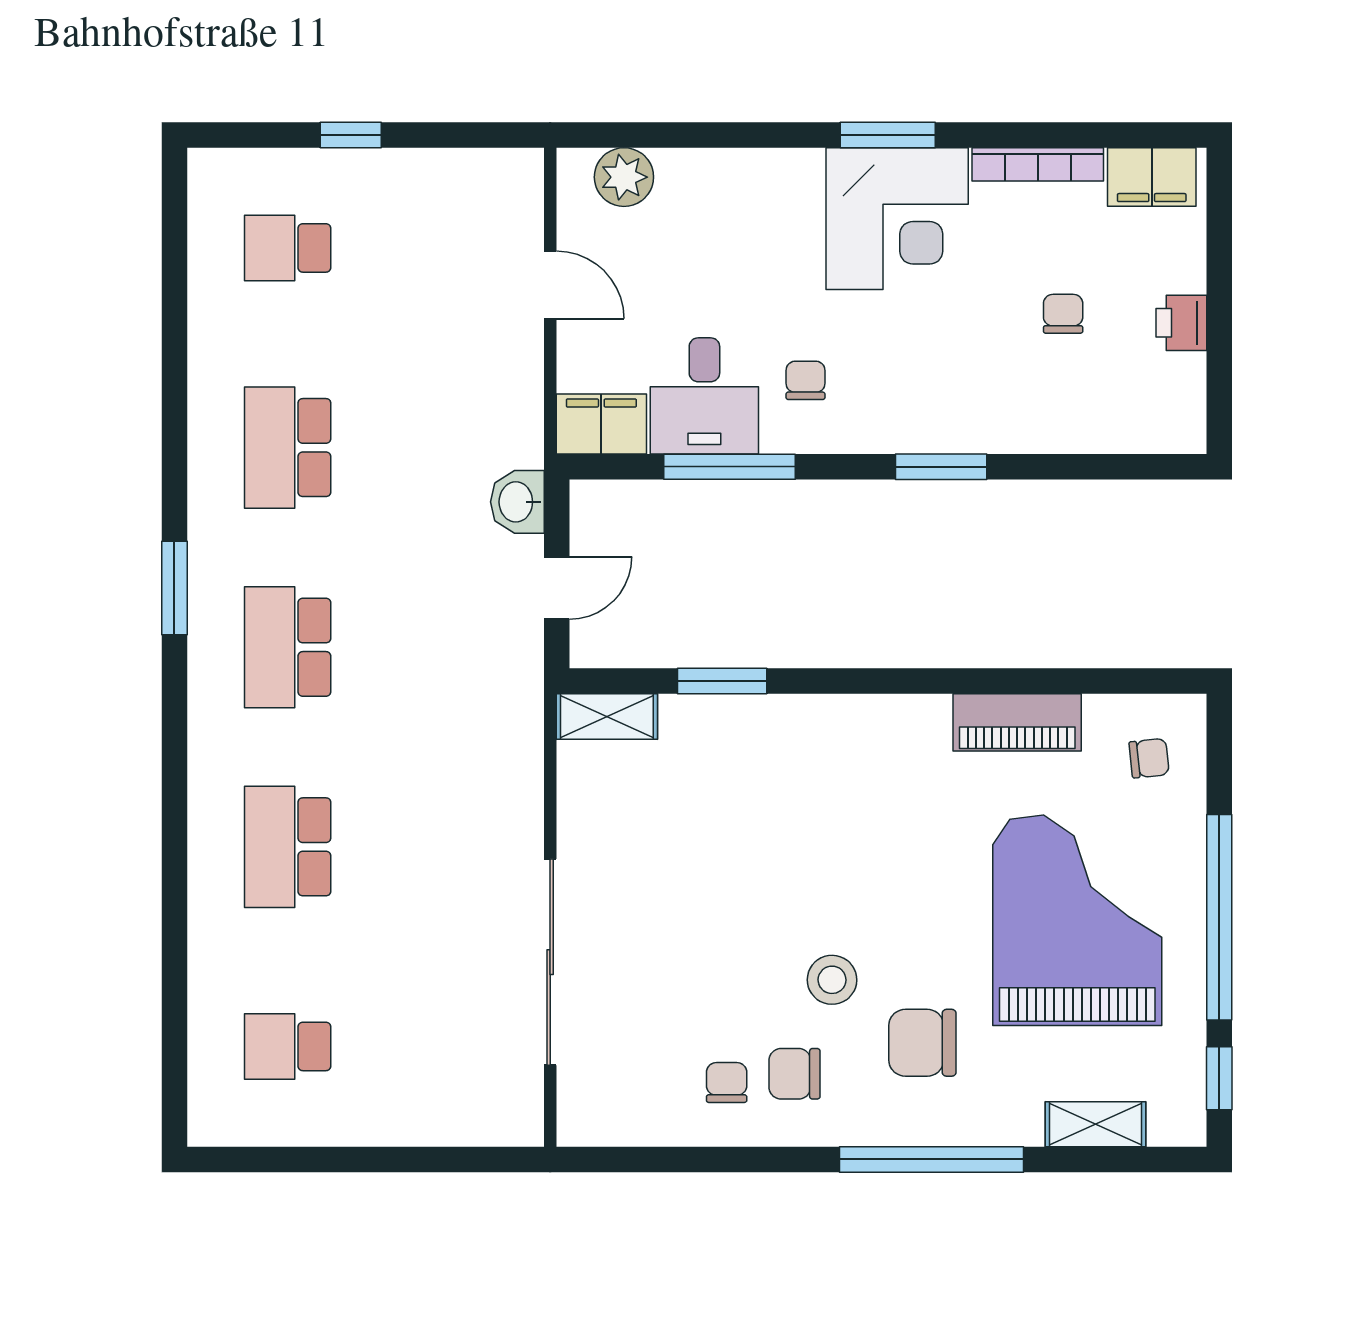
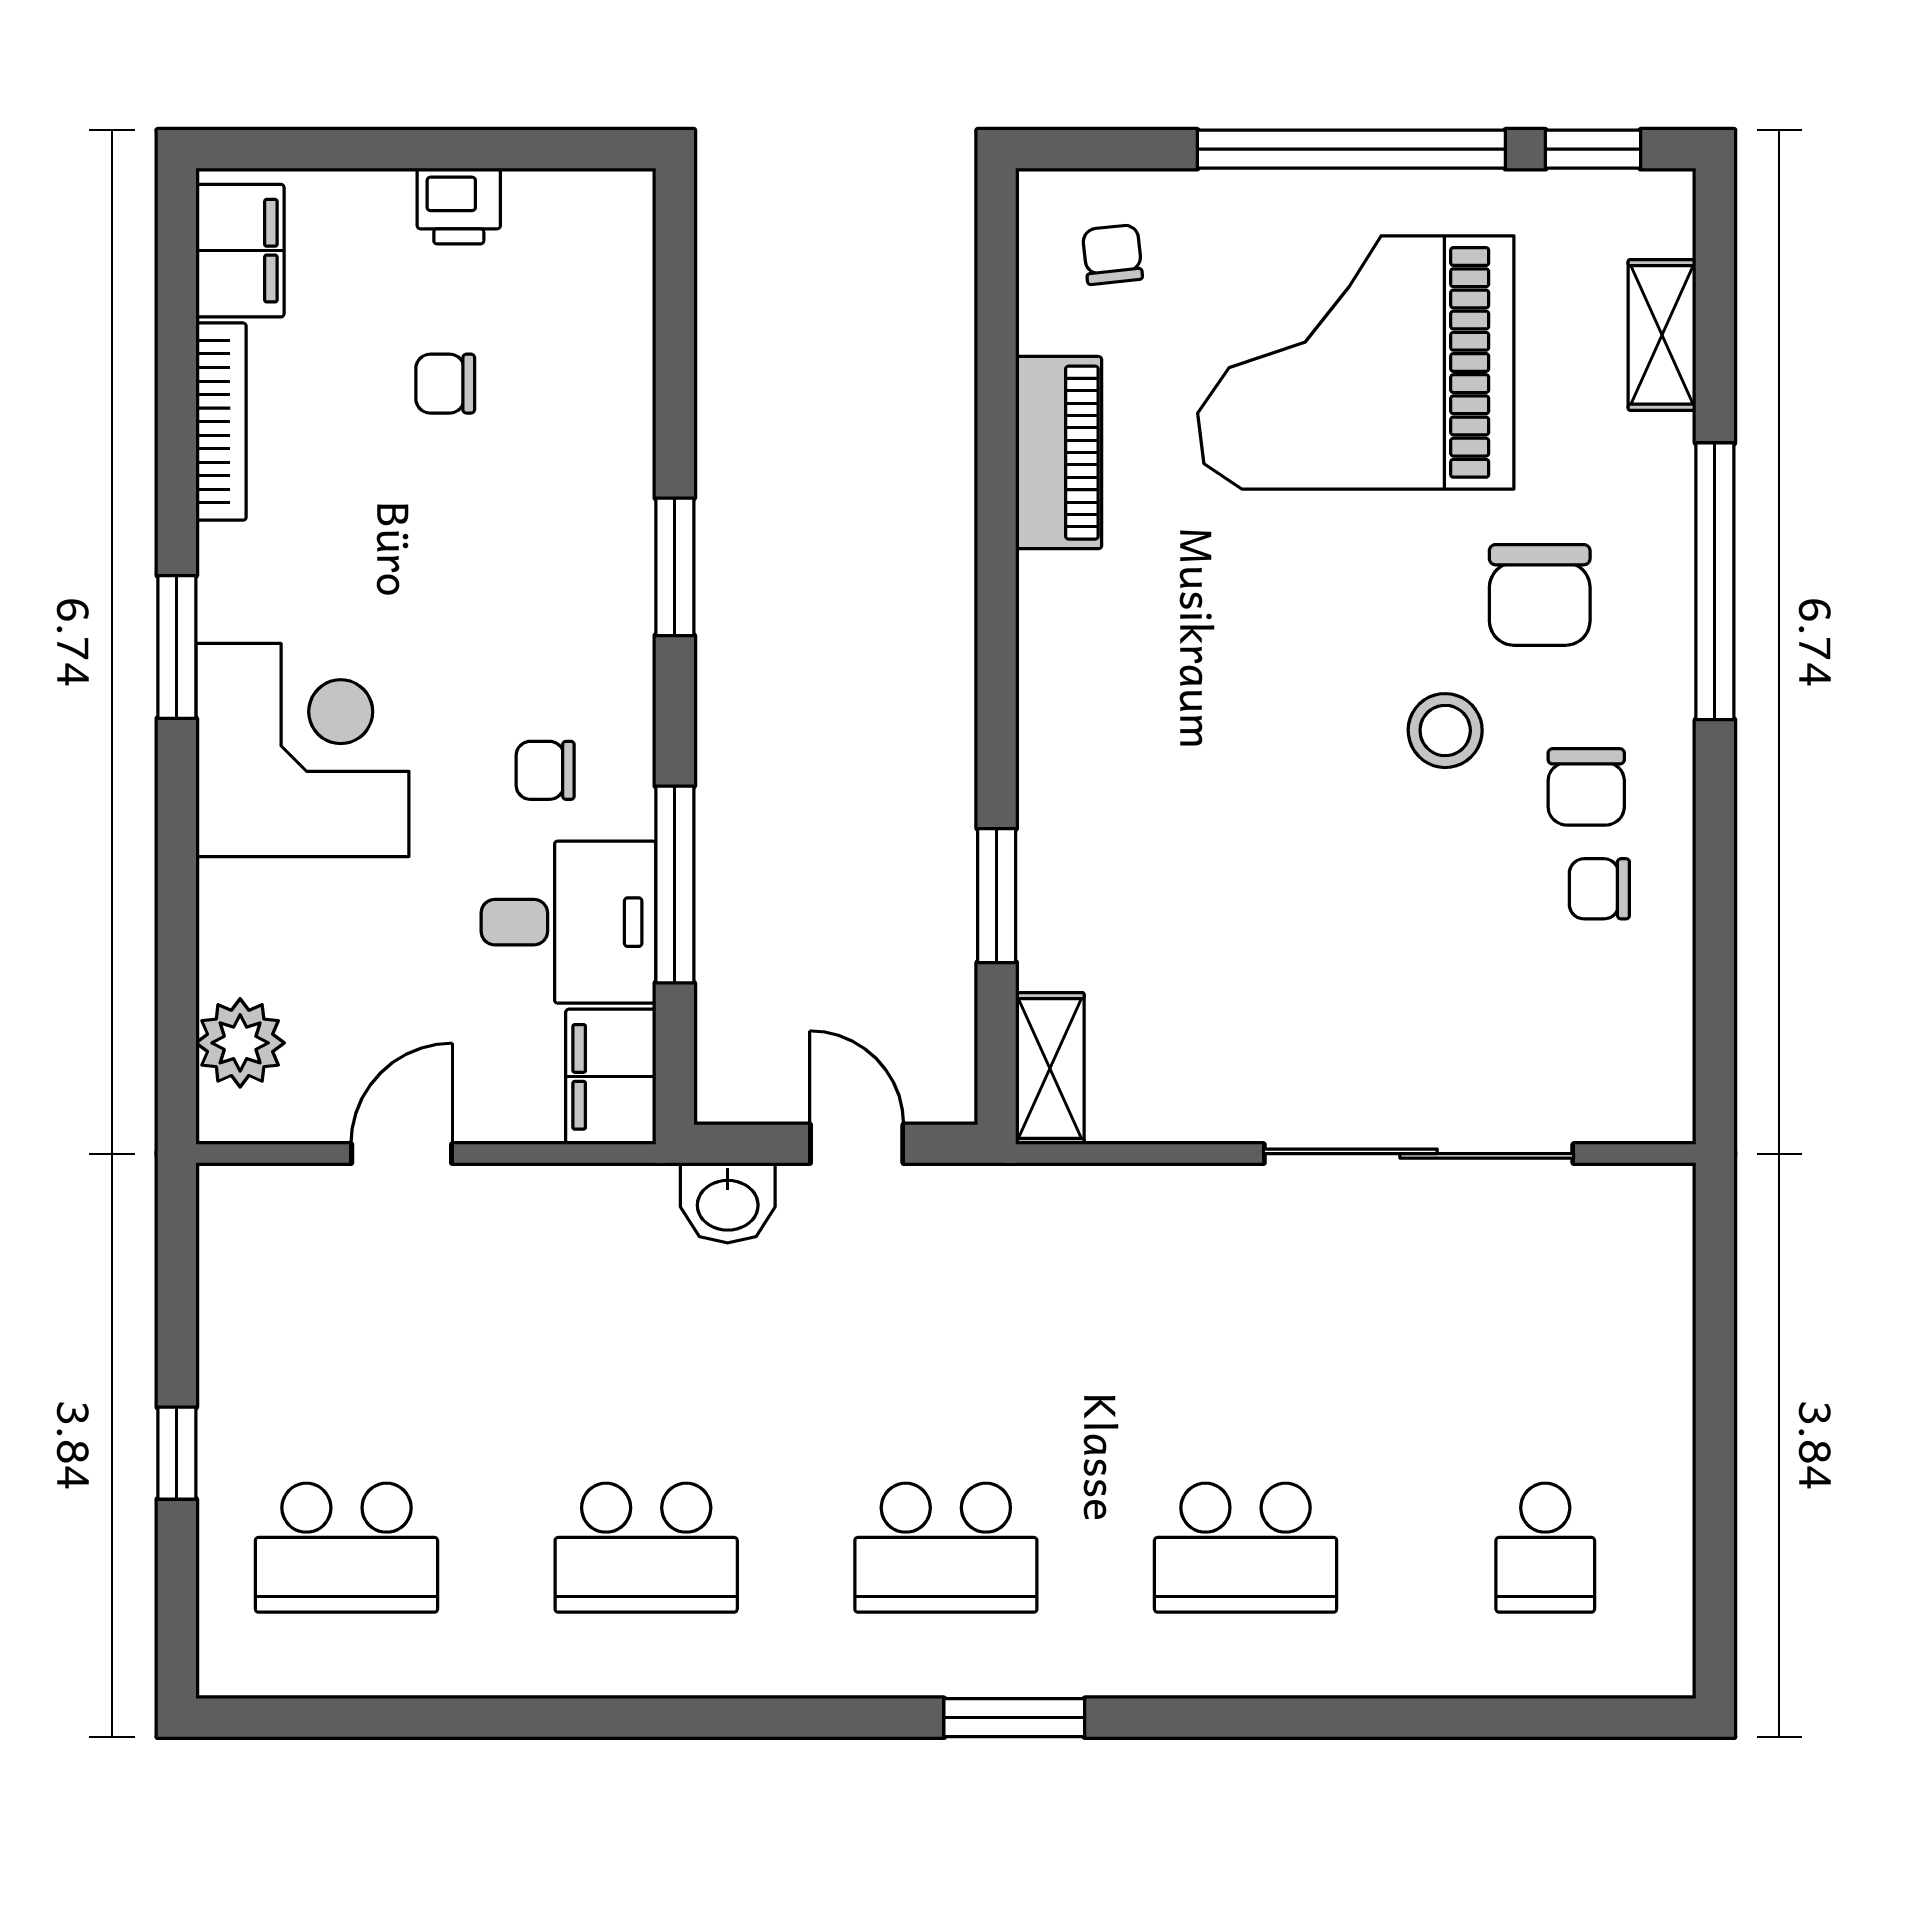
corner desk: (897, 219) -> (302, 750), moved
school desk: (288, 248) -> (346, 1548), width x1.85
window: (174, 588) -> (1014, 1718), moved

